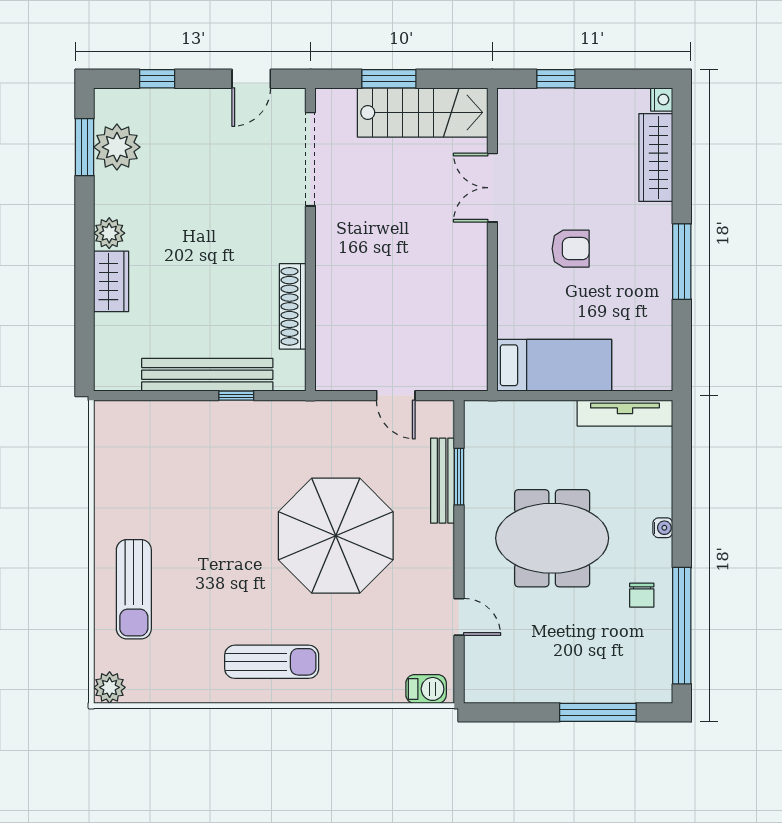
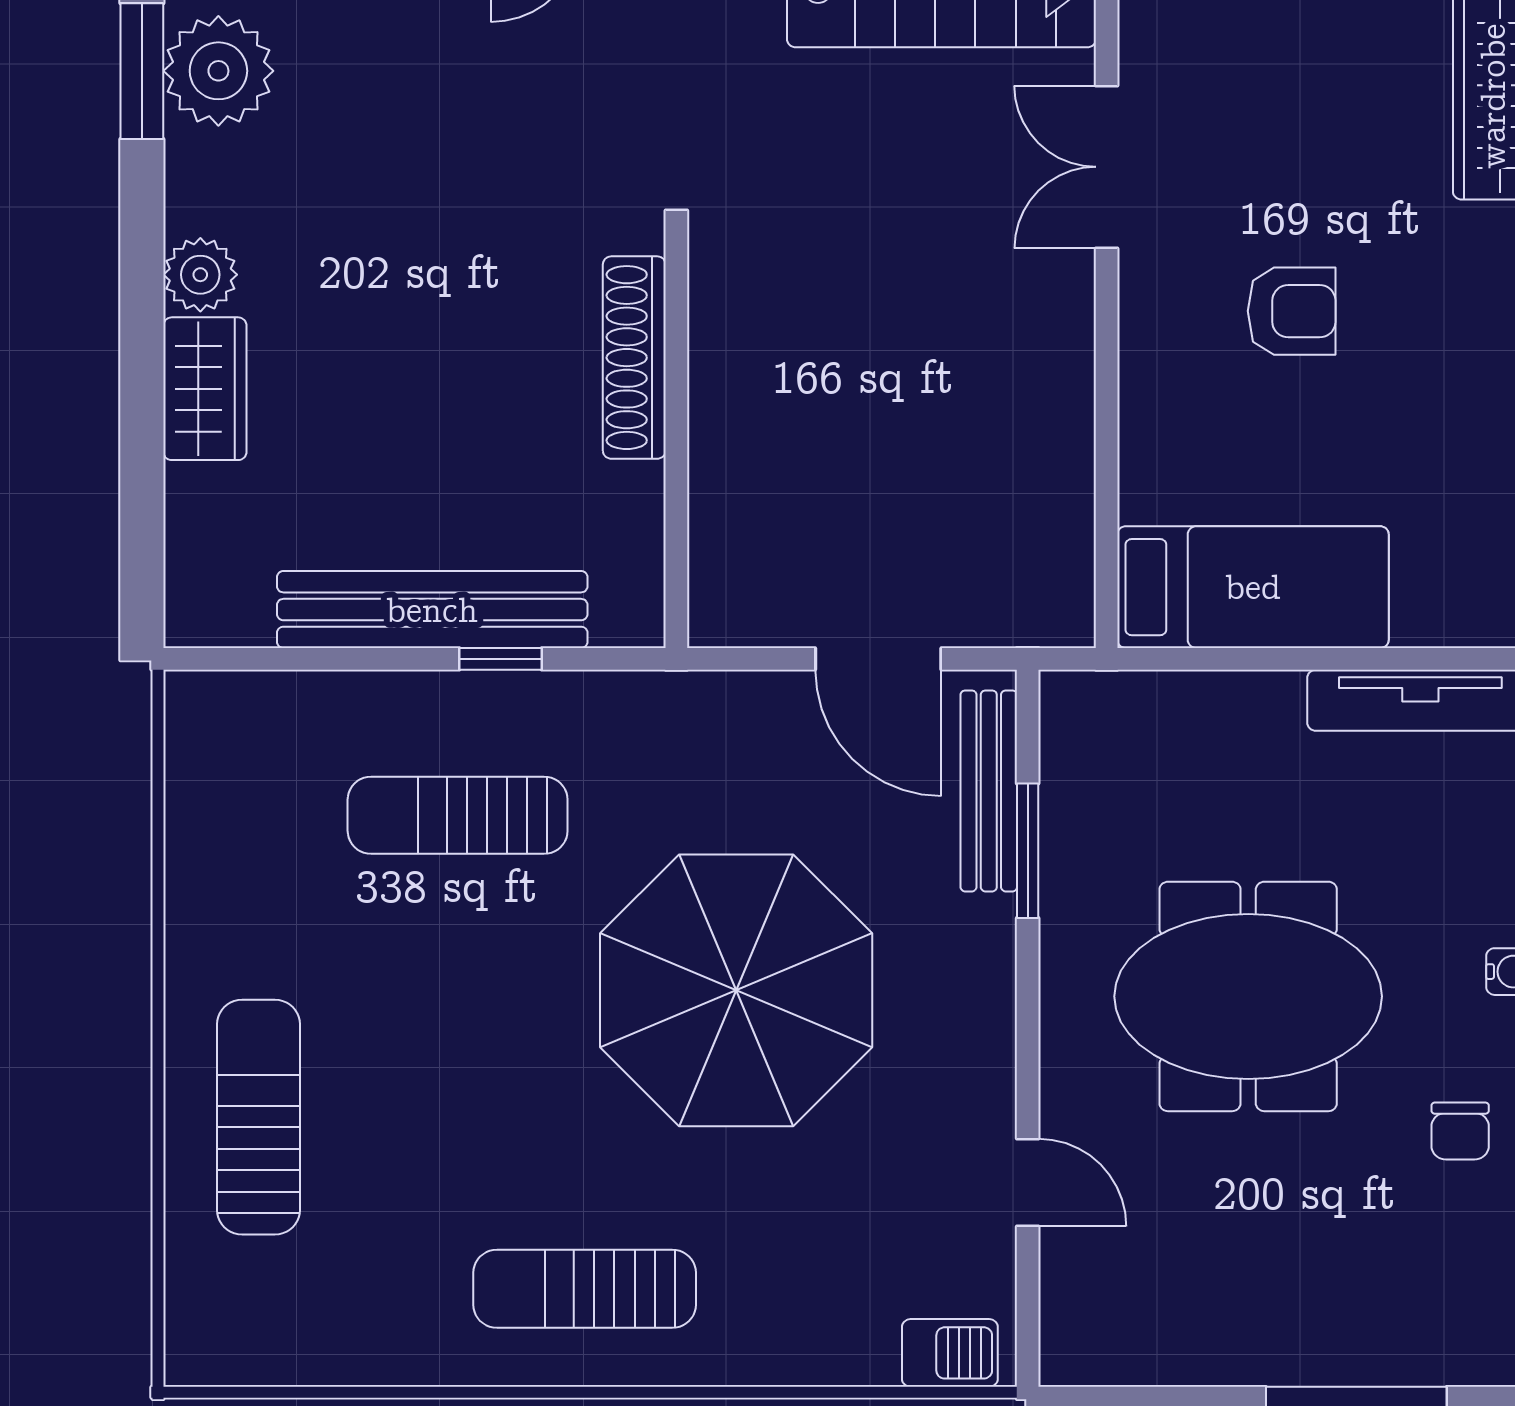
shoe rack: (293, 306) -> (634, 358), moved
door: (396, 396) -> (878, 659), width x1.37
sun lounger: (218, 462) -> (458, 815), added
bench: (443, 481) -> (989, 791), moved
sun lounger: (134, 589) -> (258, 1117), turned 180
sun lounger: (272, 662) -> (585, 1289), turned 180
plant: (110, 687) -> (201, 1349), removed

